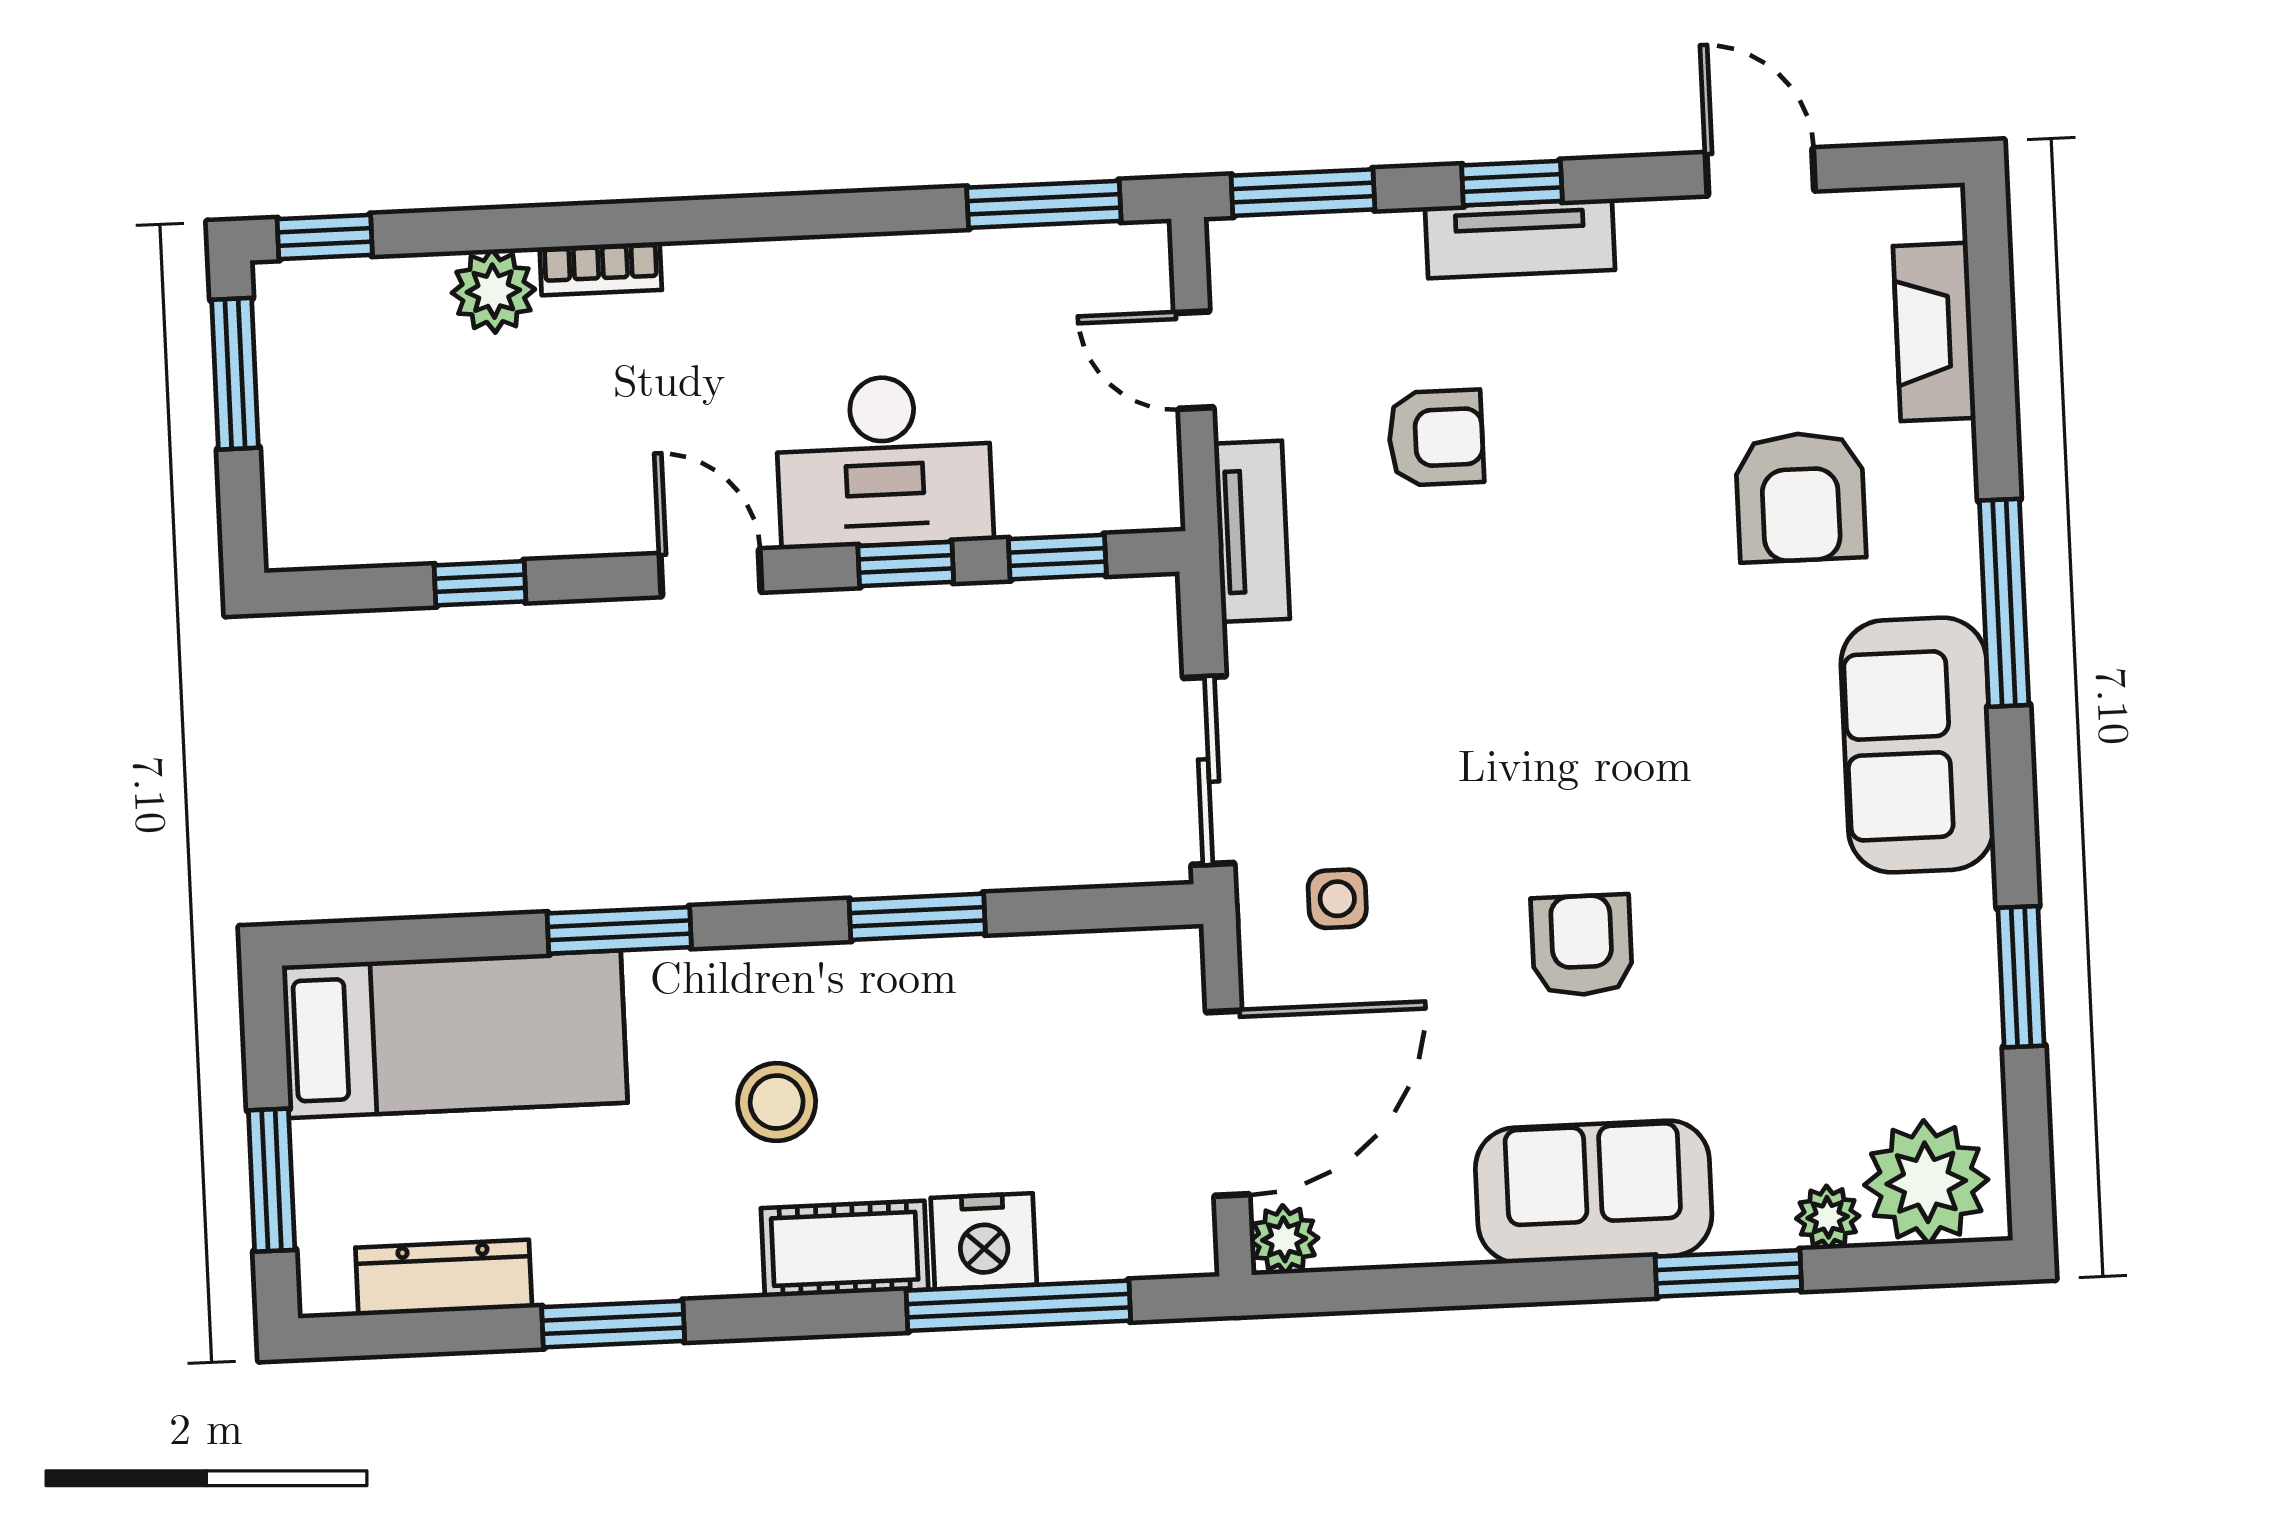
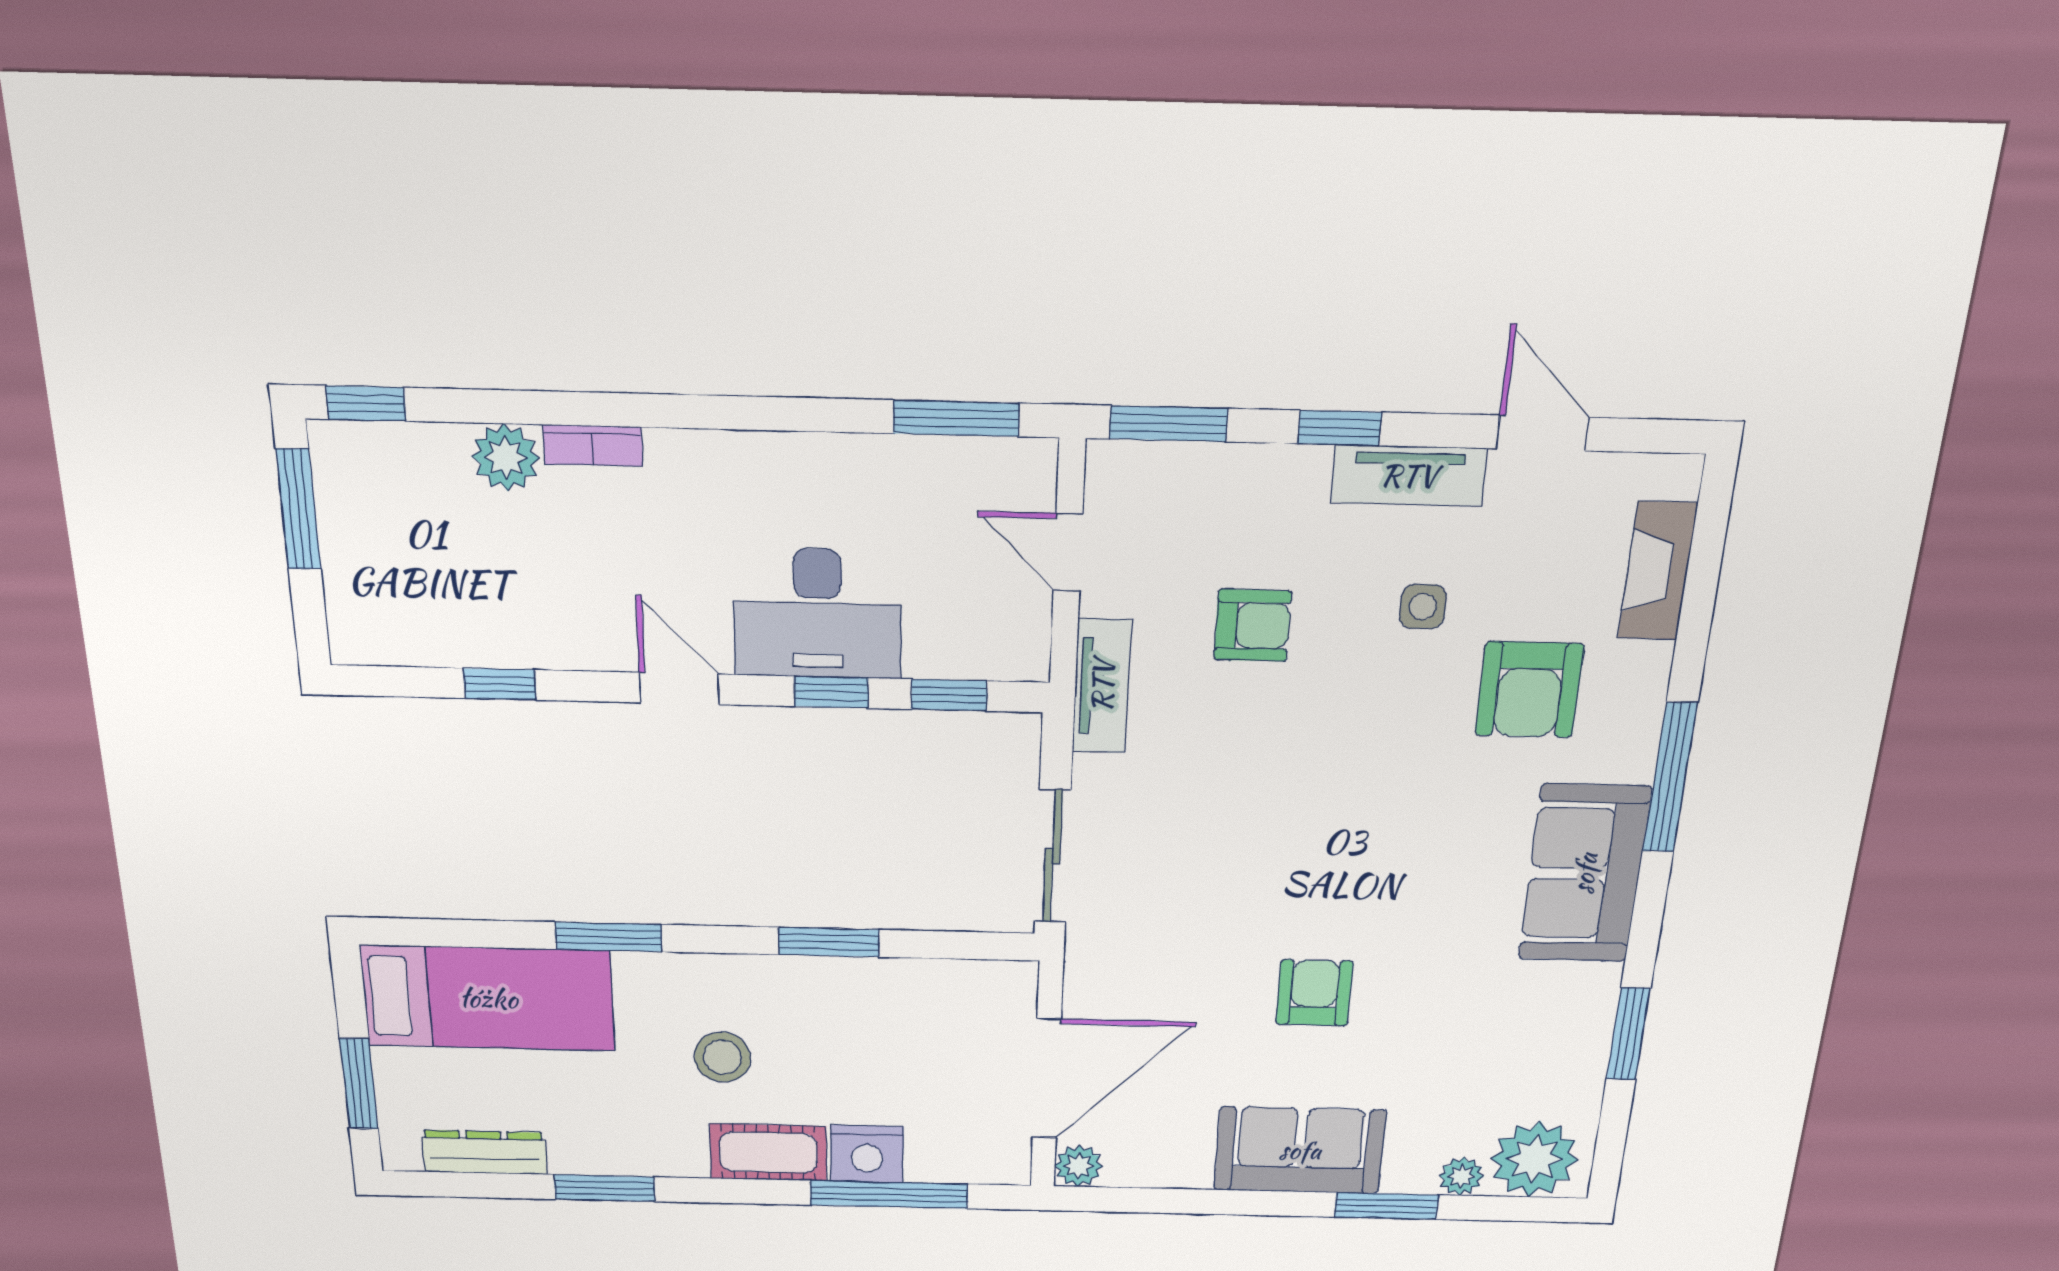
tv unit: (1520, 239) -> (1409, 475), moved
side table: (1337, 899) -> (1423, 607), moved

